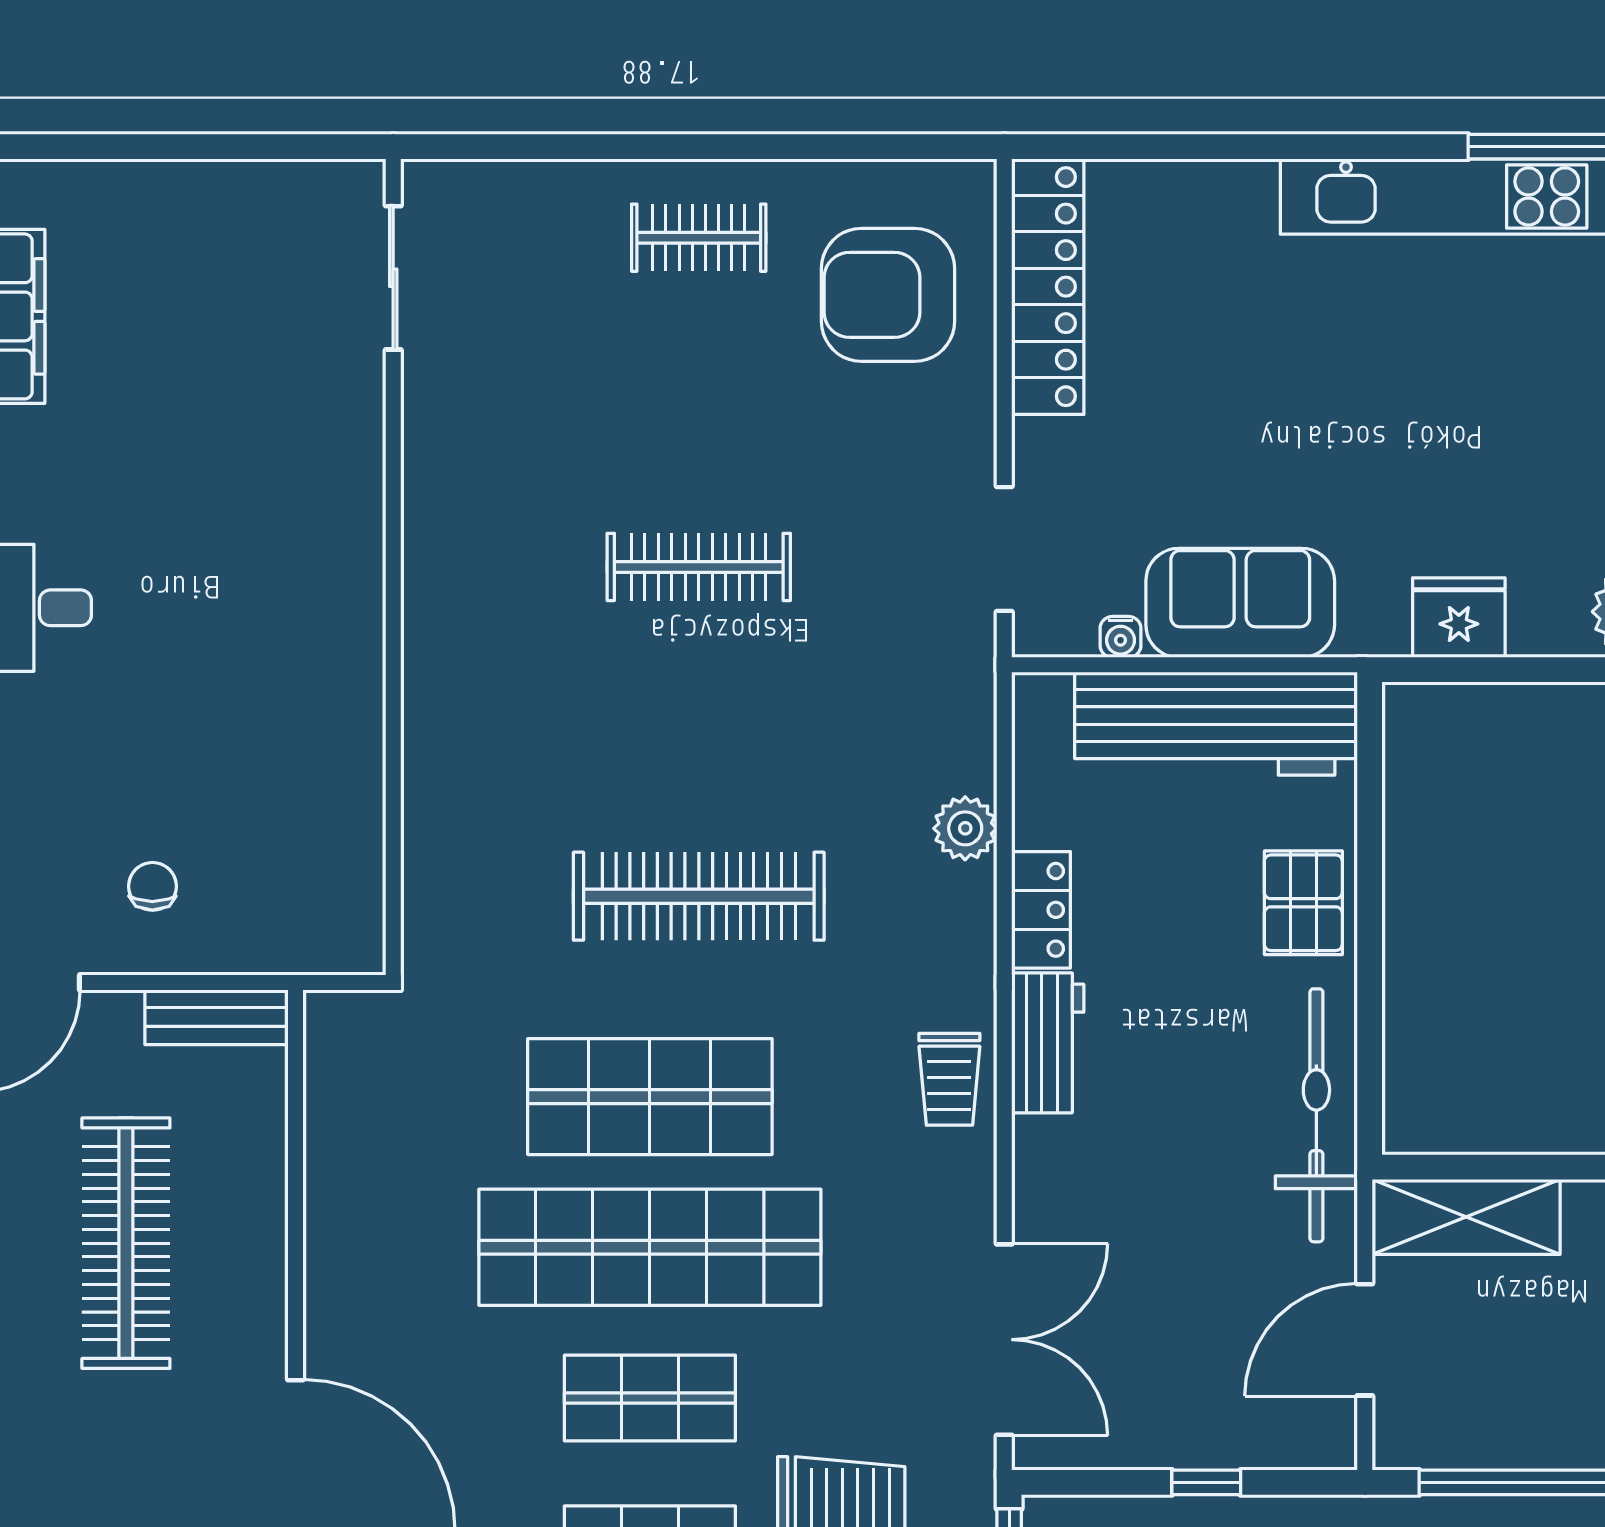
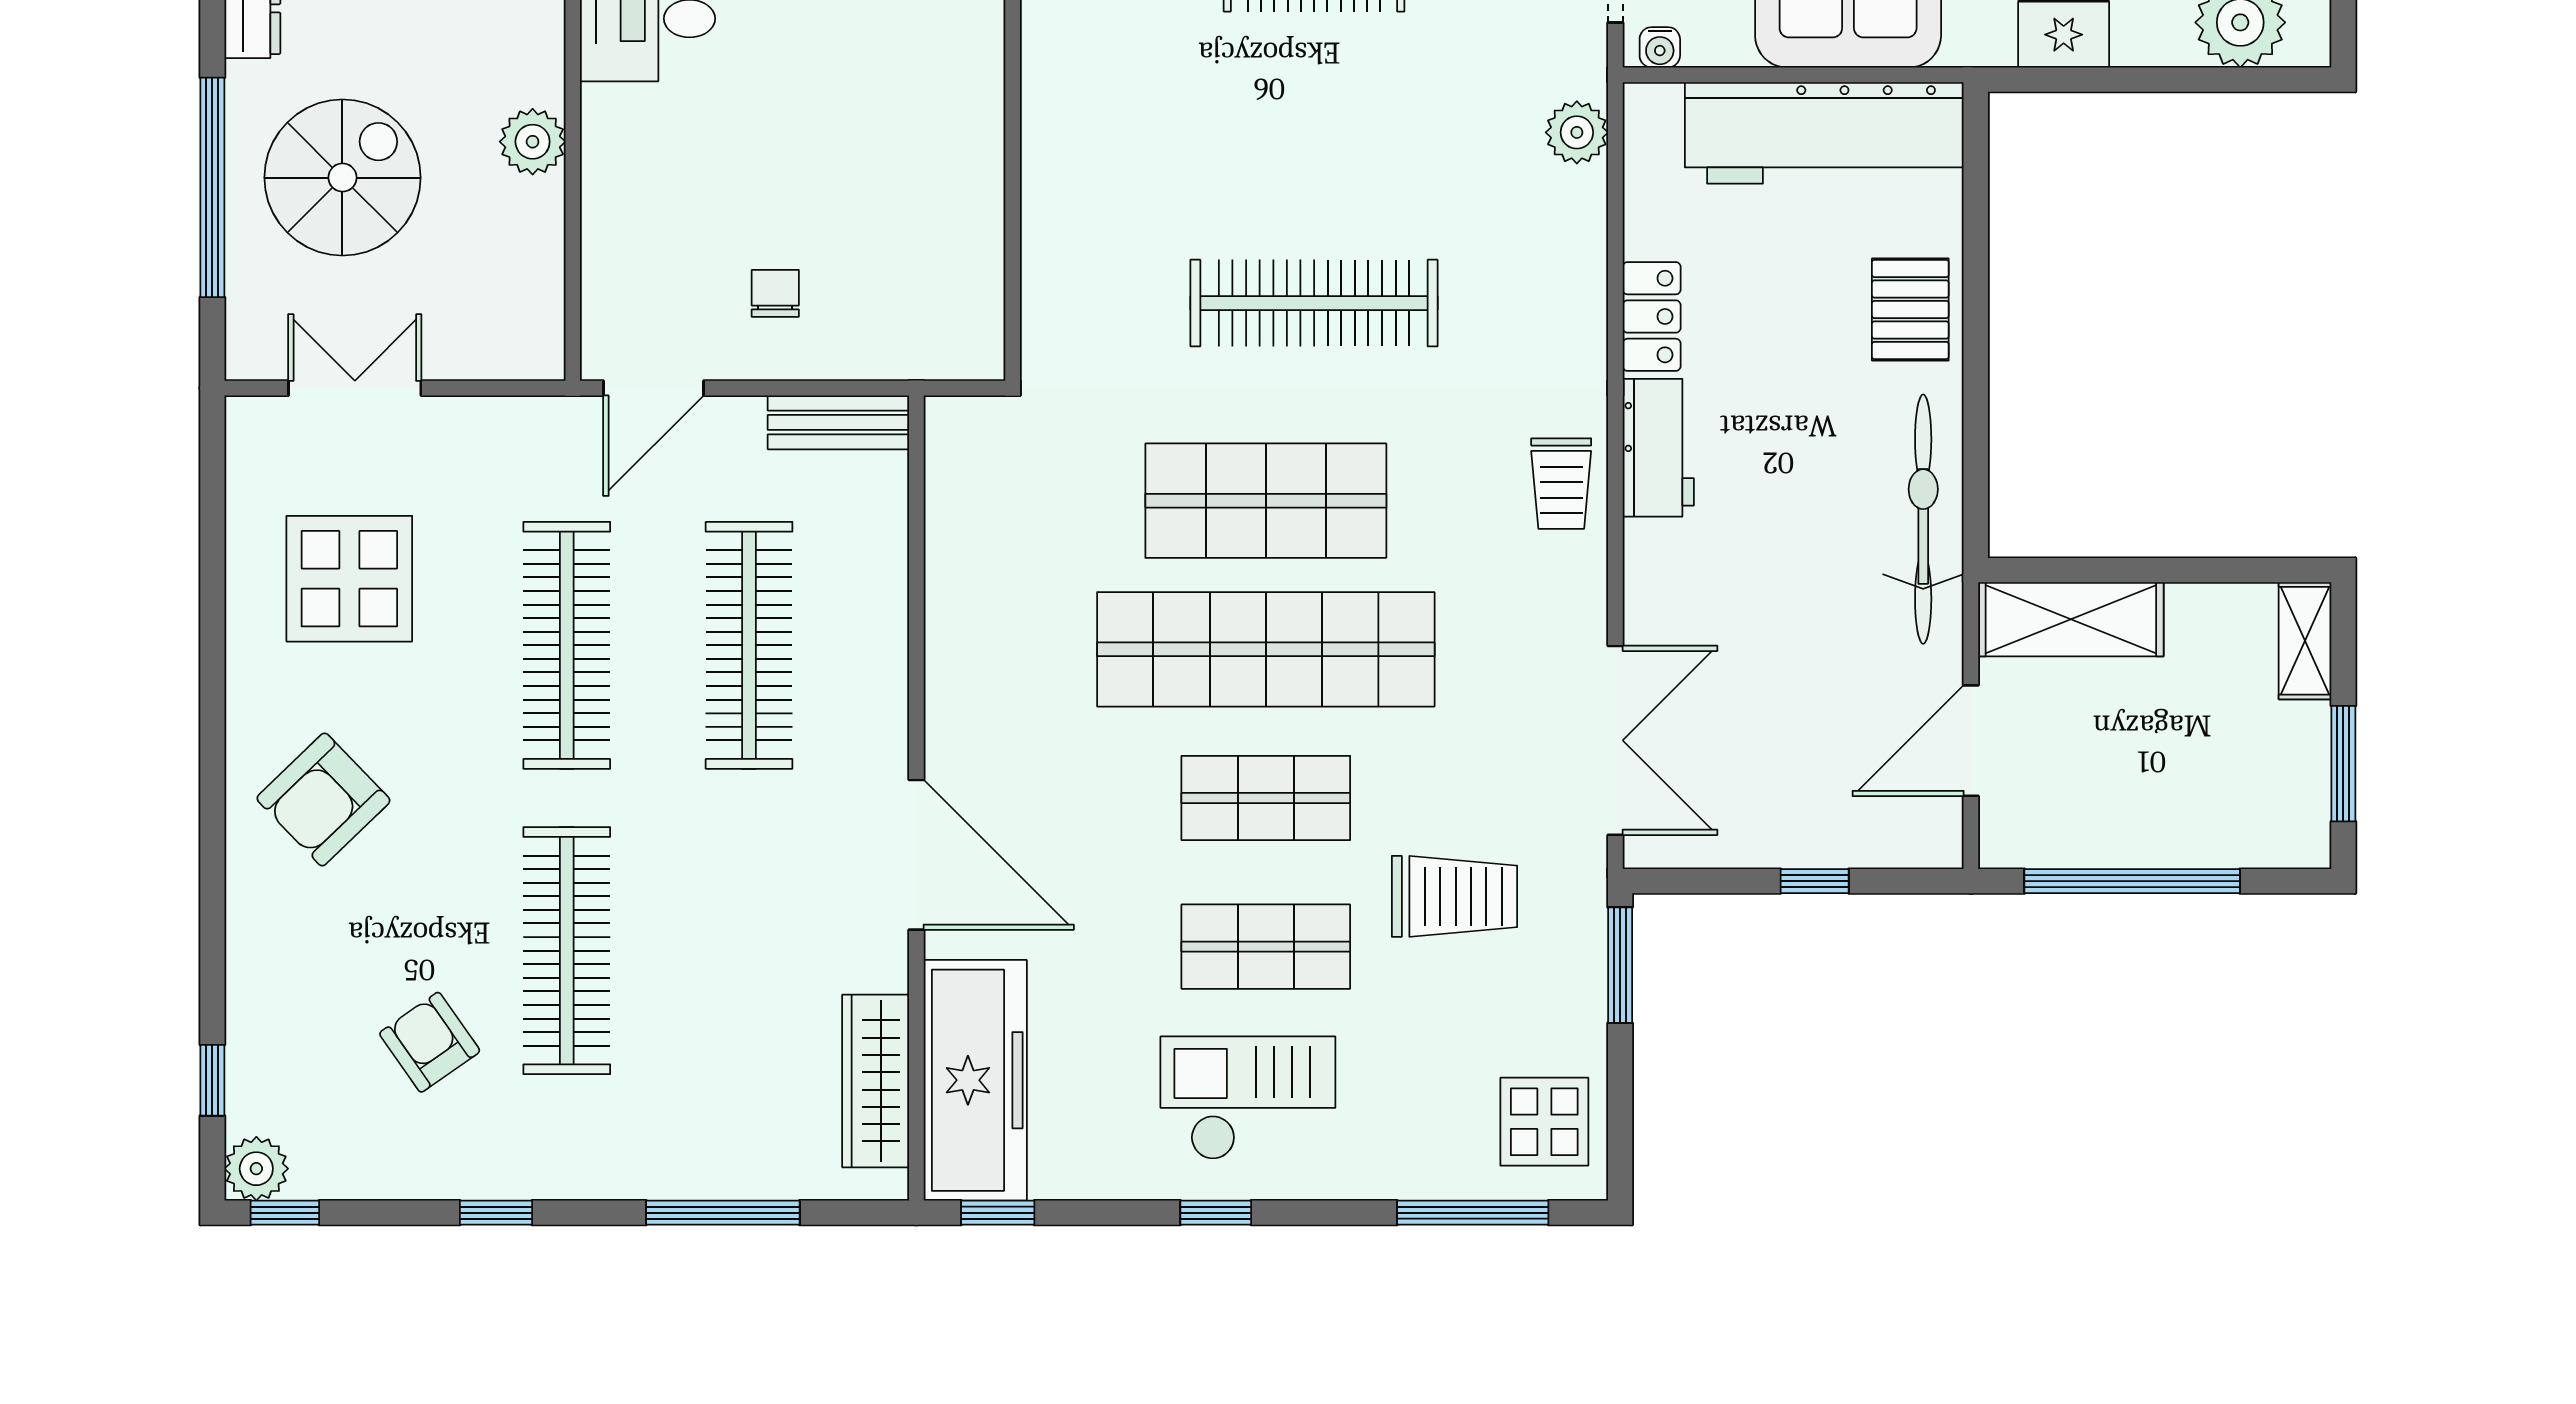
water cooler: (1121, 637) -> (1660, 47), moved
plant: (965, 828) -> (1577, 132), moved

